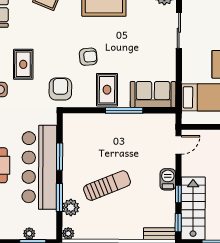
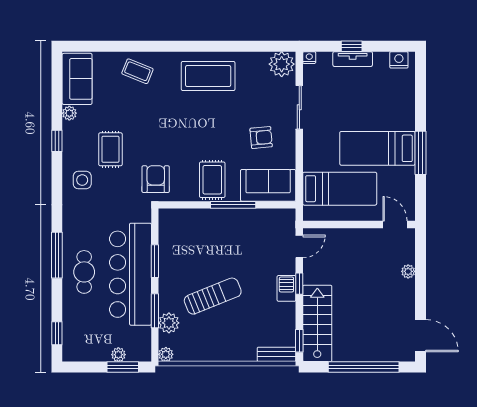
armchair: (88, 57) -> (261, 138), moved
window: (178, 194) -> (299, 284), moved

